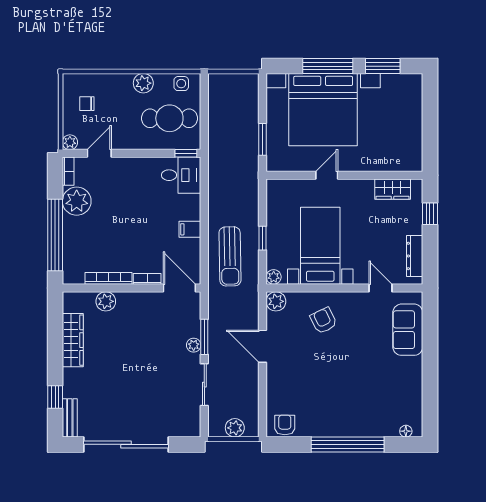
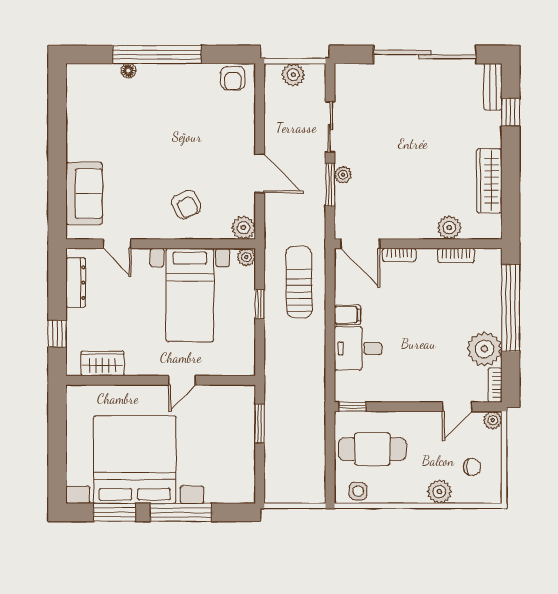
plant: (143, 83) -> (439, 492), moved
bed with nightstands: (323, 110) -> (135, 460), moved
desk: (181, 175) -> (358, 348), moved
bookcase: (109, 278) -> (456, 255), width x0.64
floor lamp: (406, 431) -> (128, 71), moved

